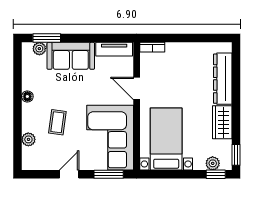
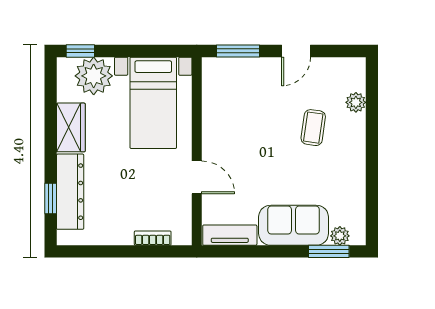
bookcase: (152, 47) -> (153, 238), moved
floor lamp: (27, 96) -> (357, 165), removed
corner sofa: (110, 138) -> (236, 105), removed
window: (236, 155) -> (51, 199), moved
plant: (213, 163) -> (94, 76), width x1.88, depth x1.88

